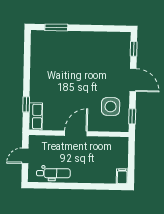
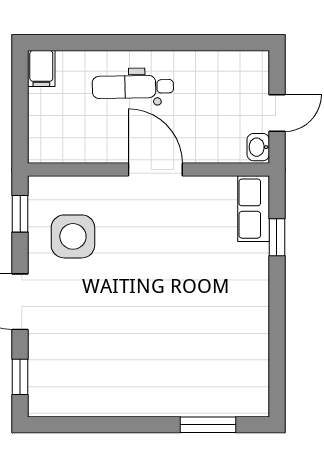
door: (76, 133) -> (155, 170), swing flipped
washbasin: (33, 142) -> (258, 147), added
dental chair: (53, 173) -> (133, 87), moved

